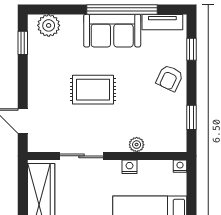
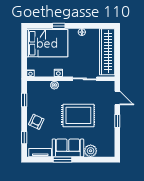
window: (122, 9) -> (62, 160), width x0.47
plant: (49, 25) -> (91, 151), moved
window: (23, 43) -> (117, 121), moved
rug: (93, 90) -> (78, 115), width x1.36, depth x1.43

